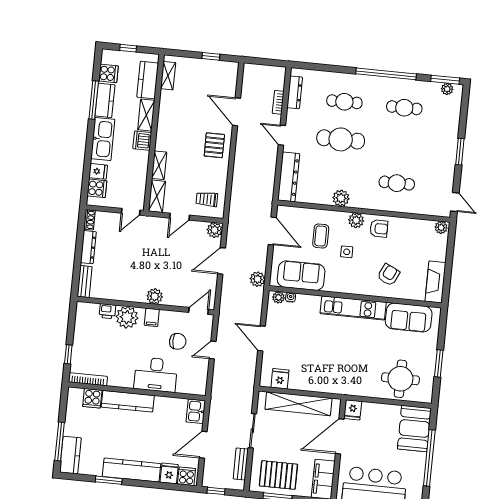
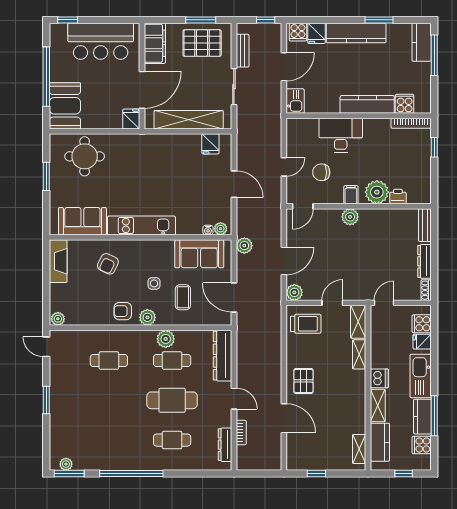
cafe table: (404, 108) -> (172, 360), moved
trolley: (207, 199) -> (306, 324), width x1.36, depth x1.39

